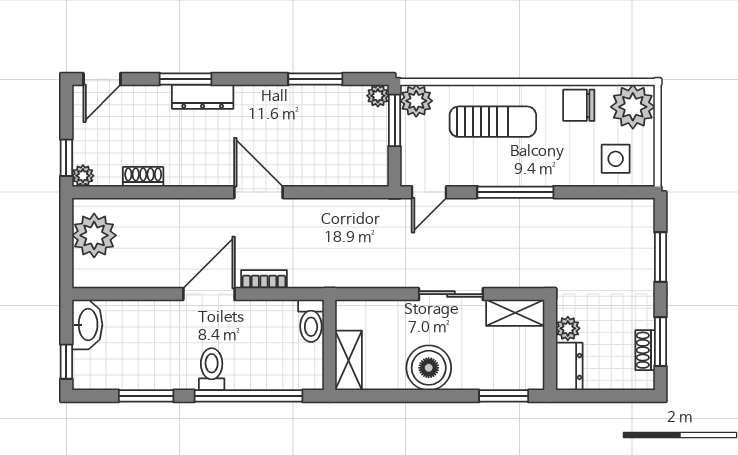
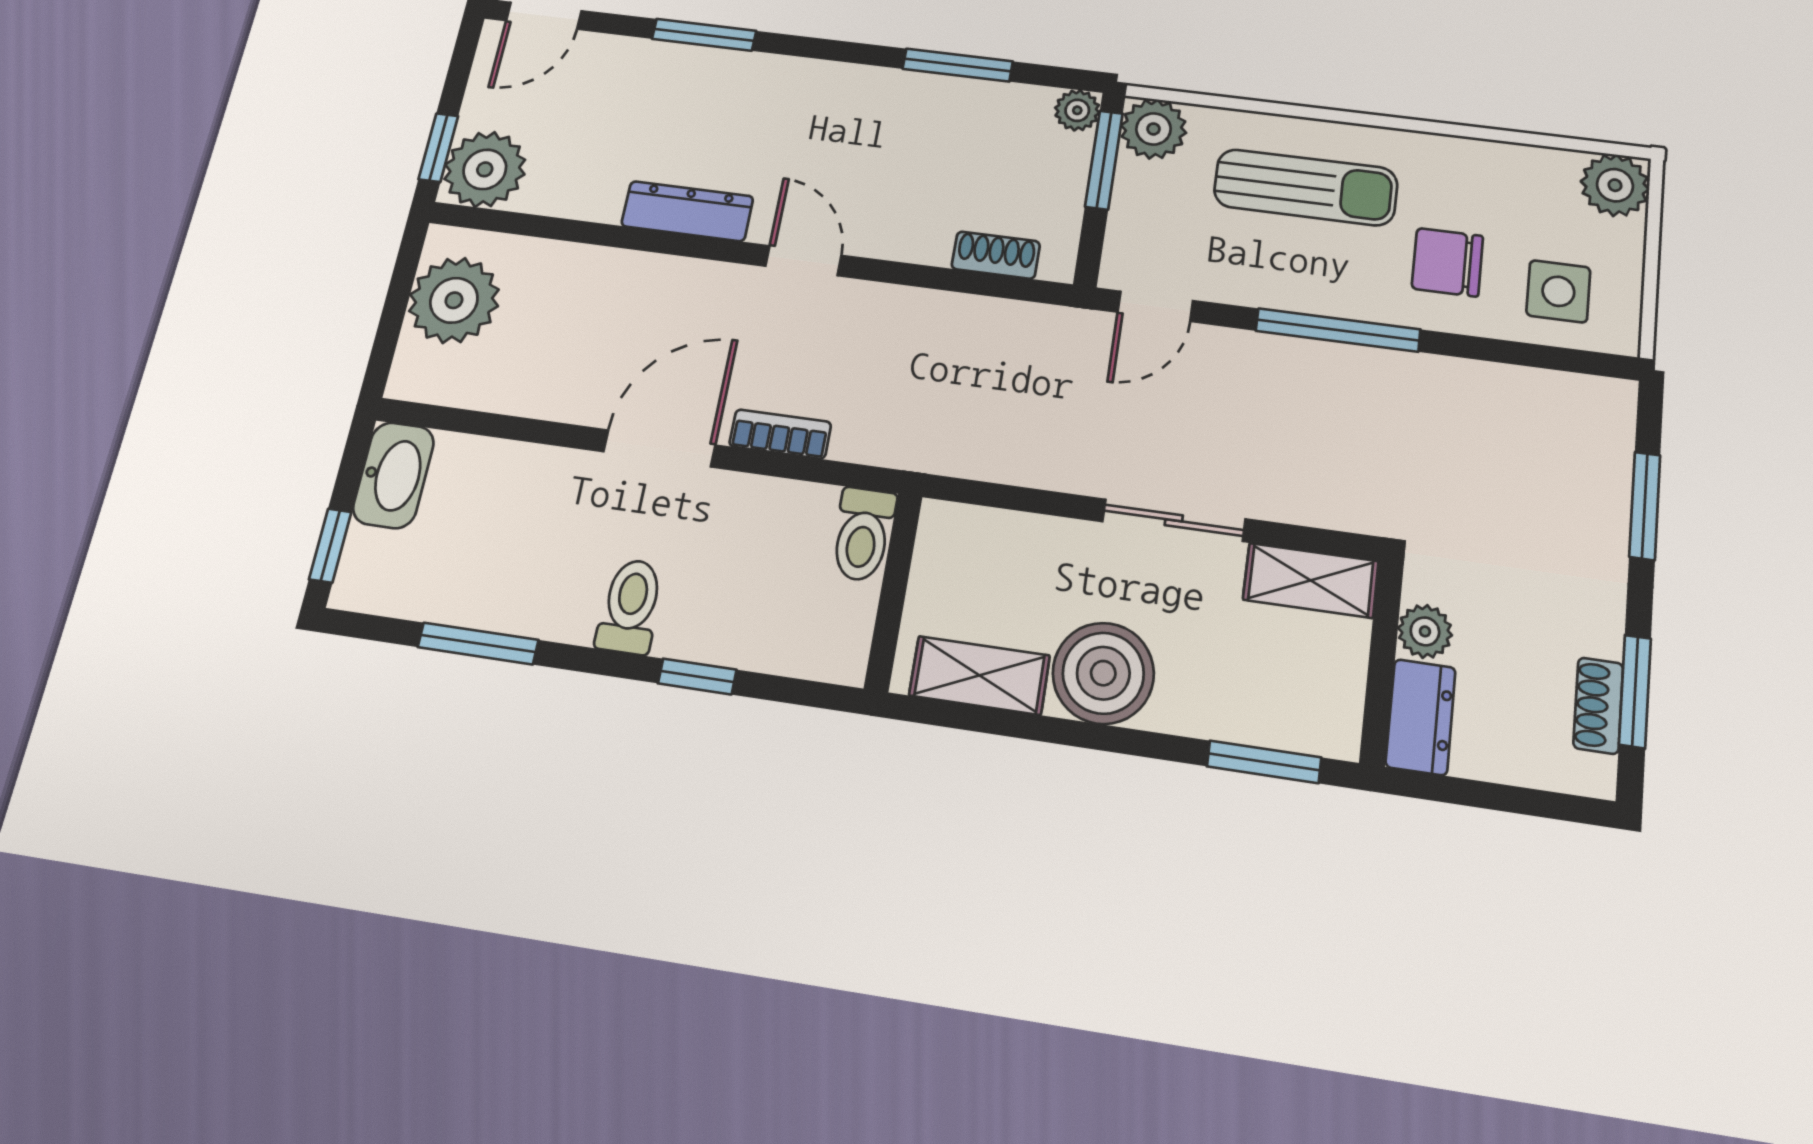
dresser: (203, 97) -> (687, 211), moved, turned 180
chair: (579, 105) -> (1447, 262), moved
plant: (633, 107) -> (1615, 185), width x0.73, depth x0.73
plant: (83, 176) -> (485, 169), width x1.87, depth x1.87
shoe rack: (143, 177) -> (996, 255), moved
door: (258, 192) -> (803, 261), width x0.73
shelving: (349, 360) -> (979, 675), moved, turned 90
window: (249, 396) -> (697, 677), width x0.32

